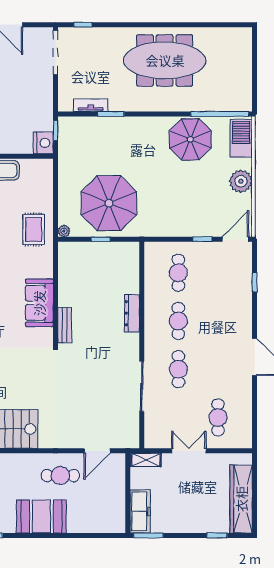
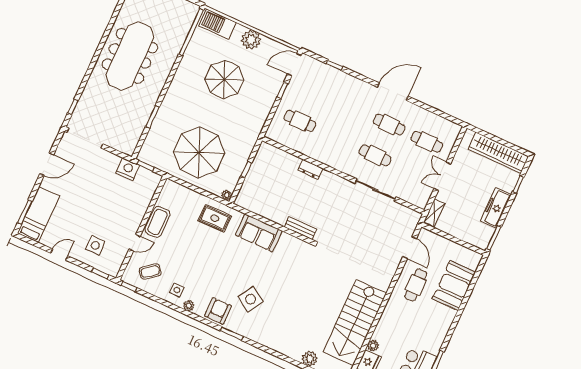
tv unit: (91, 105) -> (138, 129), removed
parasol: (190, 139) -> (224, 79), moved
nightstand: (43, 143) -> (128, 169), moved
parasol: (109, 203) -> (199, 153), moved
door: (236, 239) -> (294, 65), hinge flipped
sofa: (39, 303) -> (259, 233), moved
dresser: (132, 313) -> (310, 169), width x0.70
cafe table: (178, 321) -> (389, 124), moved
freezer: (140, 511) -> (496, 208), moved, turned -90
booth: (41, 516) -> (454, 286), moved

